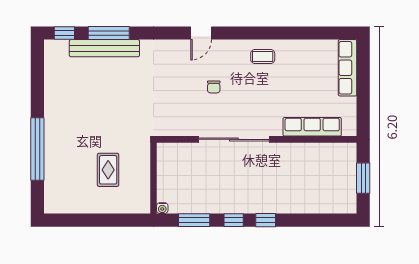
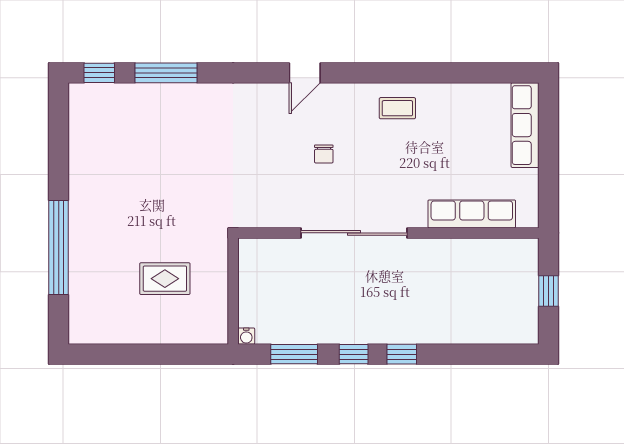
bench: (104, 48) -> (159, 96), removed
rug: (108, 170) -> (165, 279), turned 90
window: (363, 178) -> (548, 291), width x0.67

